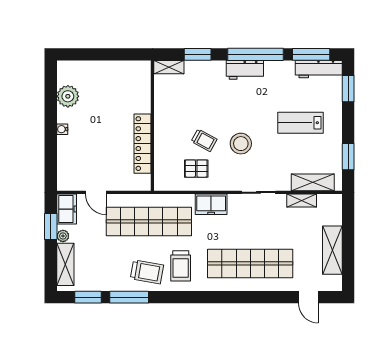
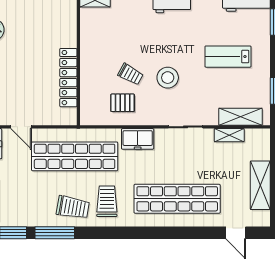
trolley: (181, 266) -> (107, 201), turned 180

